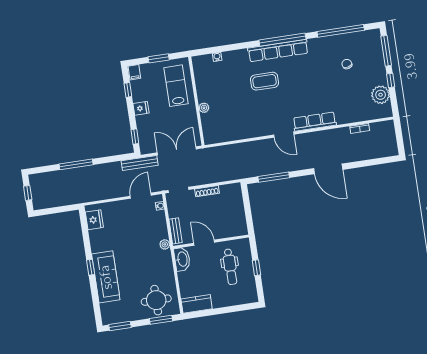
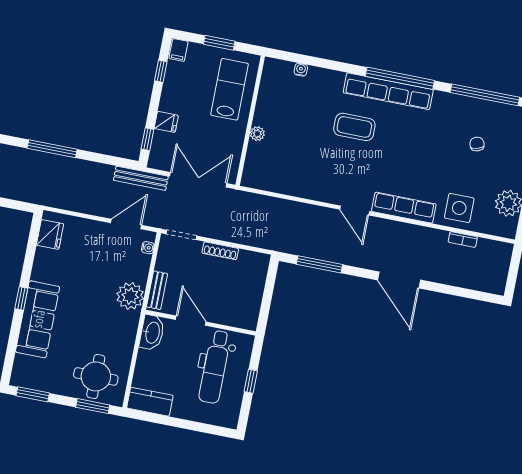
fridge: (141, 108) -> (166, 122), moved
side table: (350, 109) -> (459, 208), added
plant: (165, 244) -> (130, 296), width x1.87, depth x1.87
dental chair: (230, 267) -> (215, 367), width x1.36, depth x1.38

